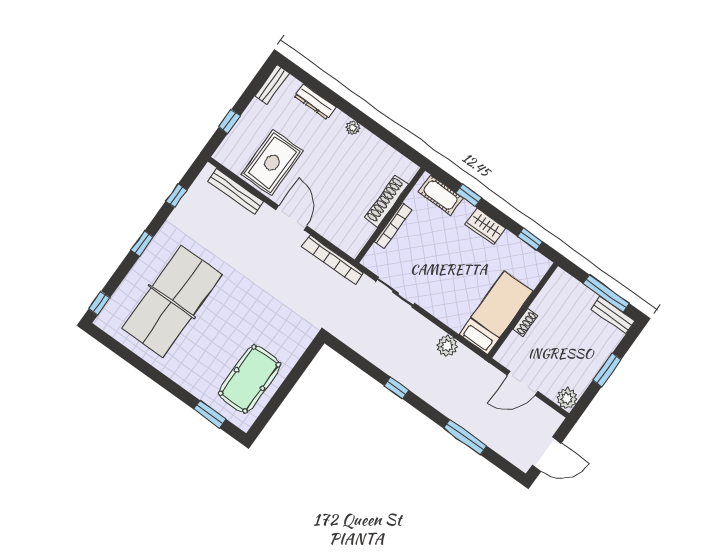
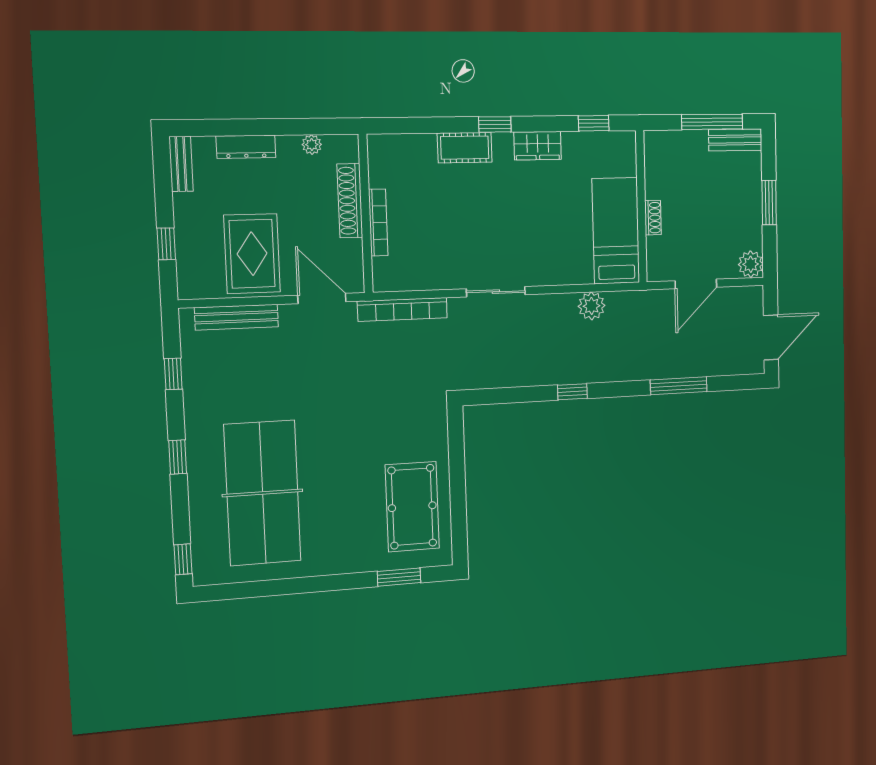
shoe rack: (387, 201) -> (350, 201), moved
wall: (390, 215) -> (366, 214), moved
bookcase: (393, 226) -> (378, 223), moved

